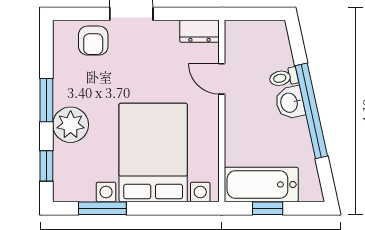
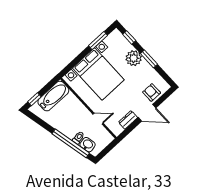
dresser: (200, 31) -> (128, 120), moved
washbasin: (290, 103) -> (88, 145), moved
window: (311, 111) -> (71, 143), moved
window: (268, 208) -> (34, 99), moved

